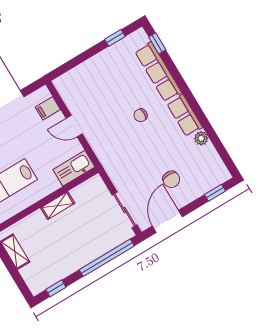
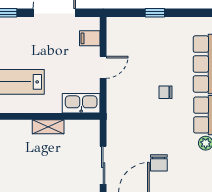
window: (115, 38) -> (155, 13), moved
door: (74, 126) -> (103, 67), swing flipped

